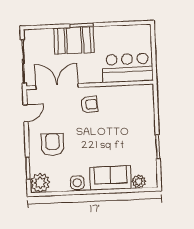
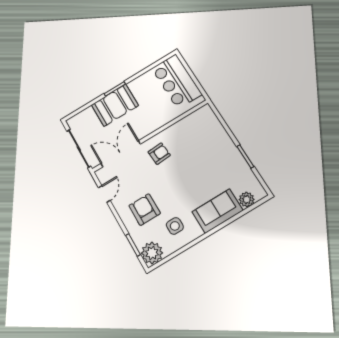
bar counter: (127, 68) -> (177, 81), moved, turned -90
side table: (77, 183) -> (175, 226), moved

